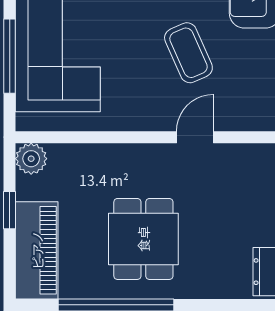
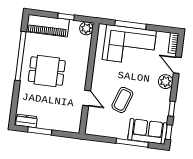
coffee table: (188, 53) -> (122, 100), turned -47

